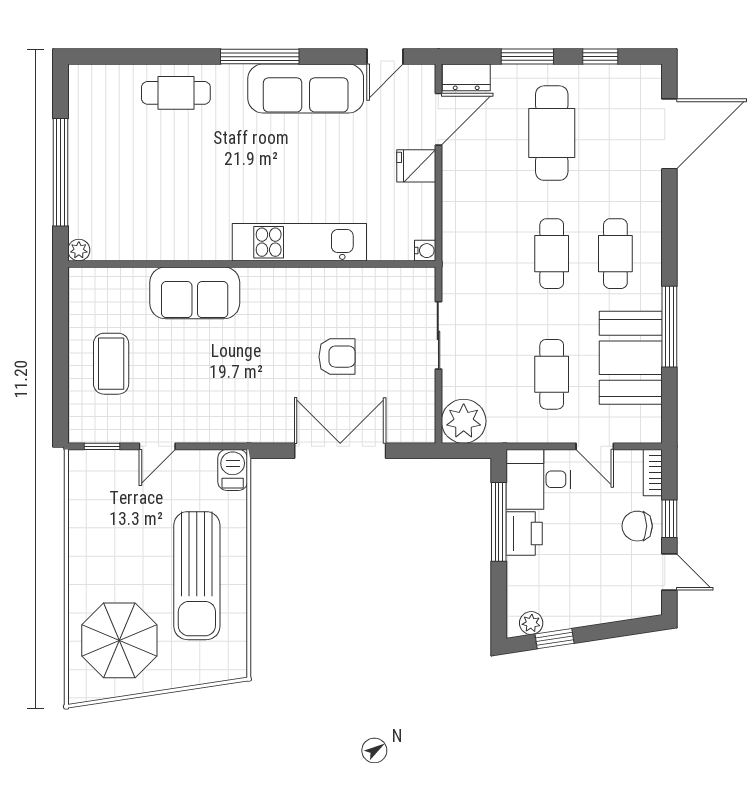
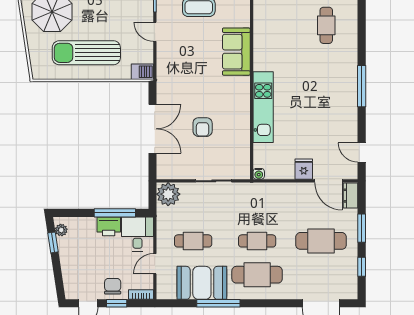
sofa: (306, 88) -> (345, 110), removed
cafe table: (176, 93) -> (326, 25), moved
cafe table: (615, 254) -> (257, 275), width x1.37, depth x1.35

